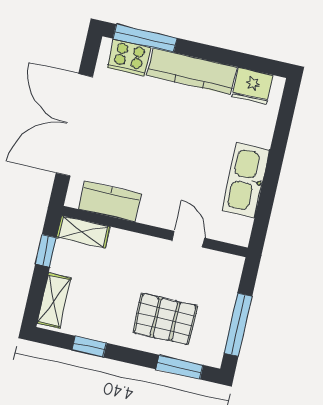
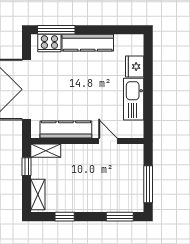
fridge: (252, 86) -> (135, 66), moved, turned 90
kitchen counter: (110, 201) -> (66, 129), width x1.50
pallet: (165, 319) -> (105, 191), removed

